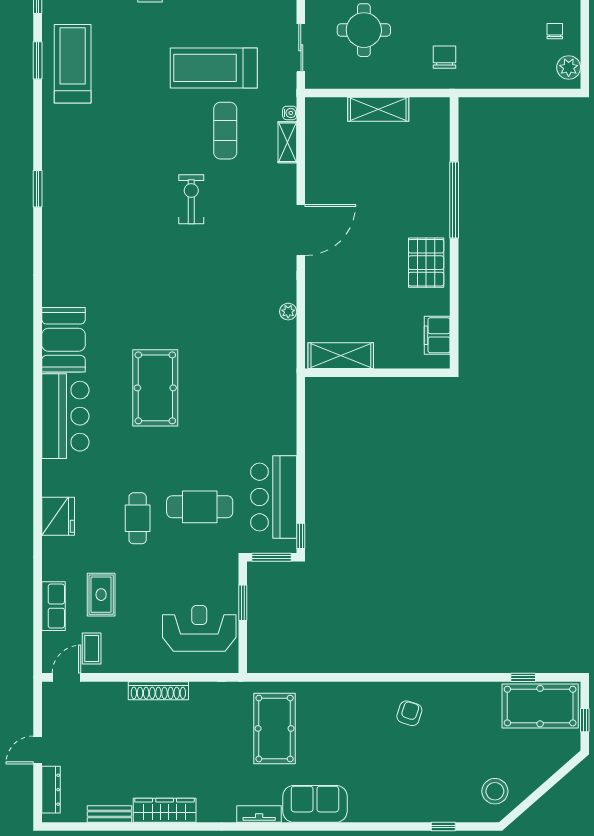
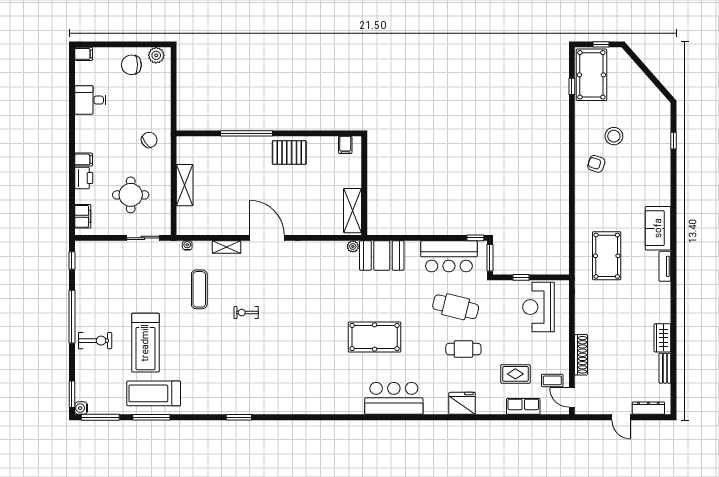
chair: (555, 31) -> (131, 65), width x1.87, depth x1.87
chair: (444, 57) -> (149, 140), turned 143
window: (38, 60) -> (151, 417), width x1.44
treadmill: (214, 68) -> (145, 343), moved
exercise mat: (225, 131) -> (199, 289), turned 90
shelving: (287, 142) -> (227, 247), moved
exercise bike: (191, 199) -> (246, 313), width x0.73, depth x0.72
plant: (288, 312) -> (353, 246), moved
filing cabinet: (437, 335) -> (345, 145), width x0.50
booth: (63, 340) -> (382, 255), moved
cafe table: (200, 507) -> (456, 307), turned -76
window: (243, 603) -> (521, 277), width x0.67
shoe rack: (158, 691) -> (581, 355), moved
pool table: (275, 728) -> (607, 256), turned 90
stool: (495, 791) -> (614, 136), moved
wardrobe: (165, 810) -> (662, 338), width x0.67

